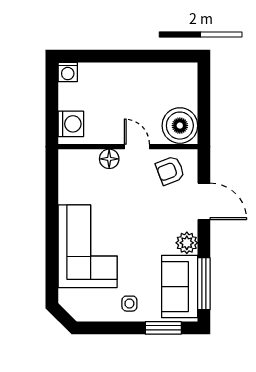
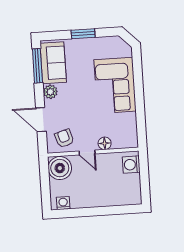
washing machine: (68, 72) -> (63, 203), moved
armchair: (170, 171) -> (64, 138), turned -86
side table: (129, 304) -> (85, 50), removed
window: (163, 328) -> (83, 34), moved

